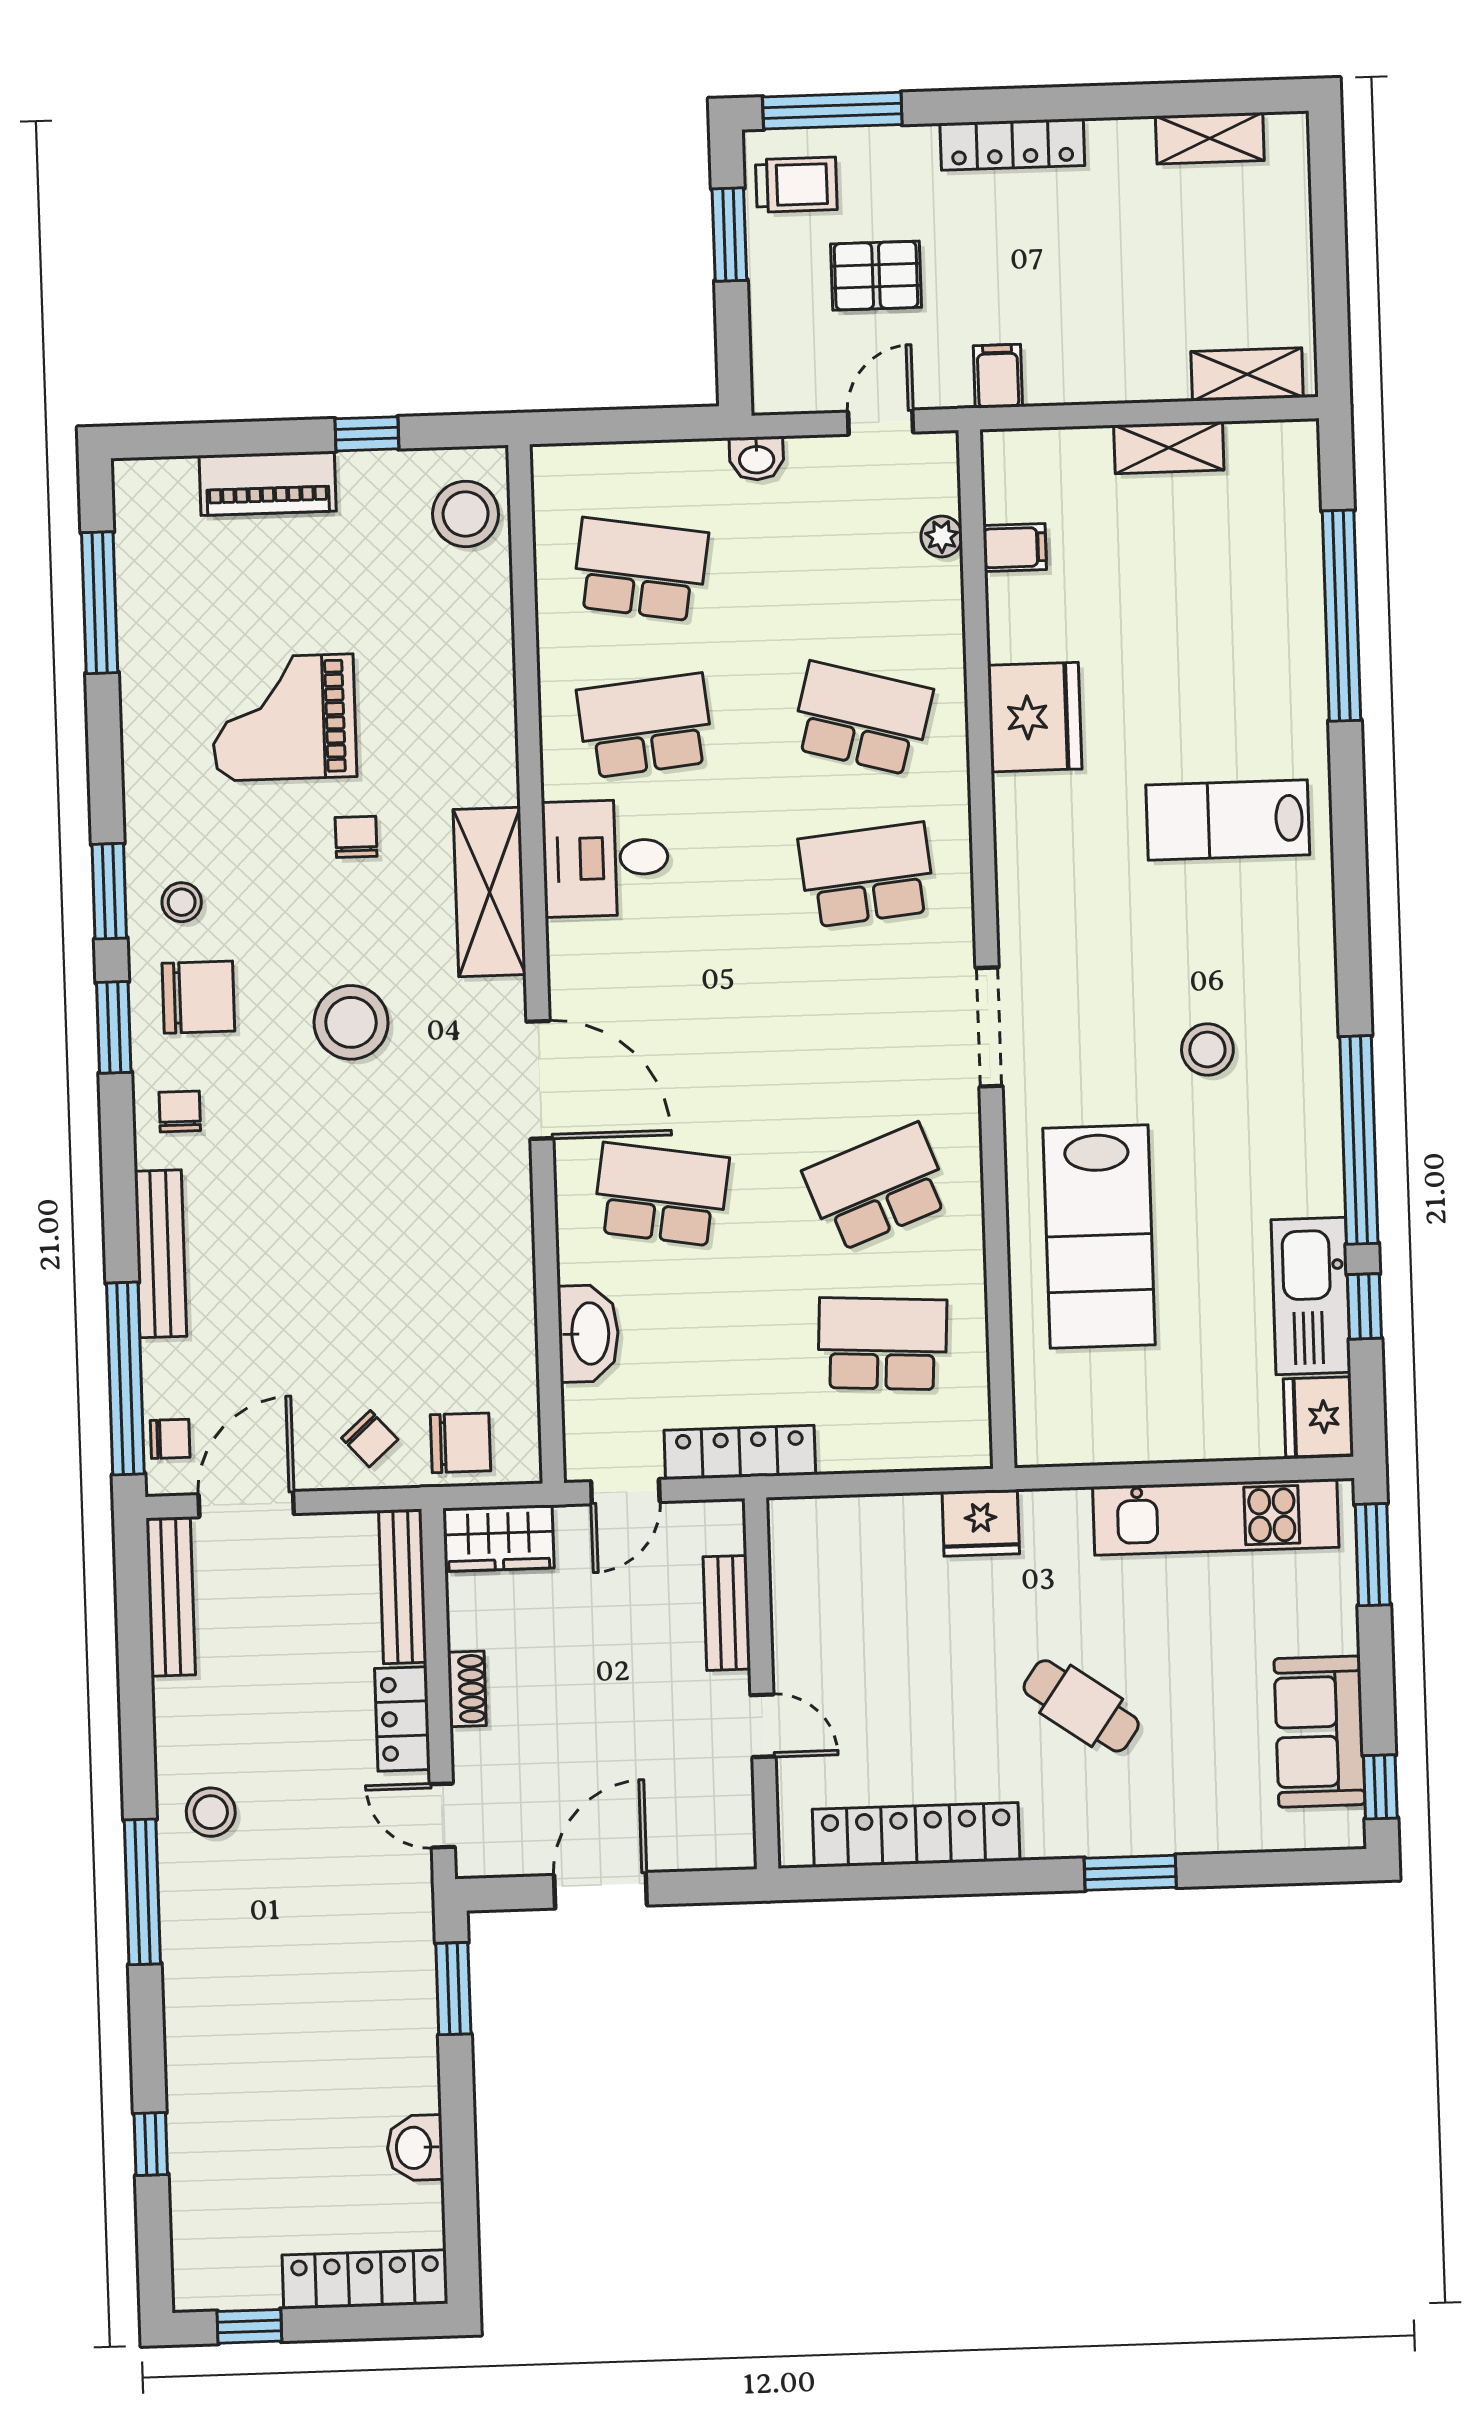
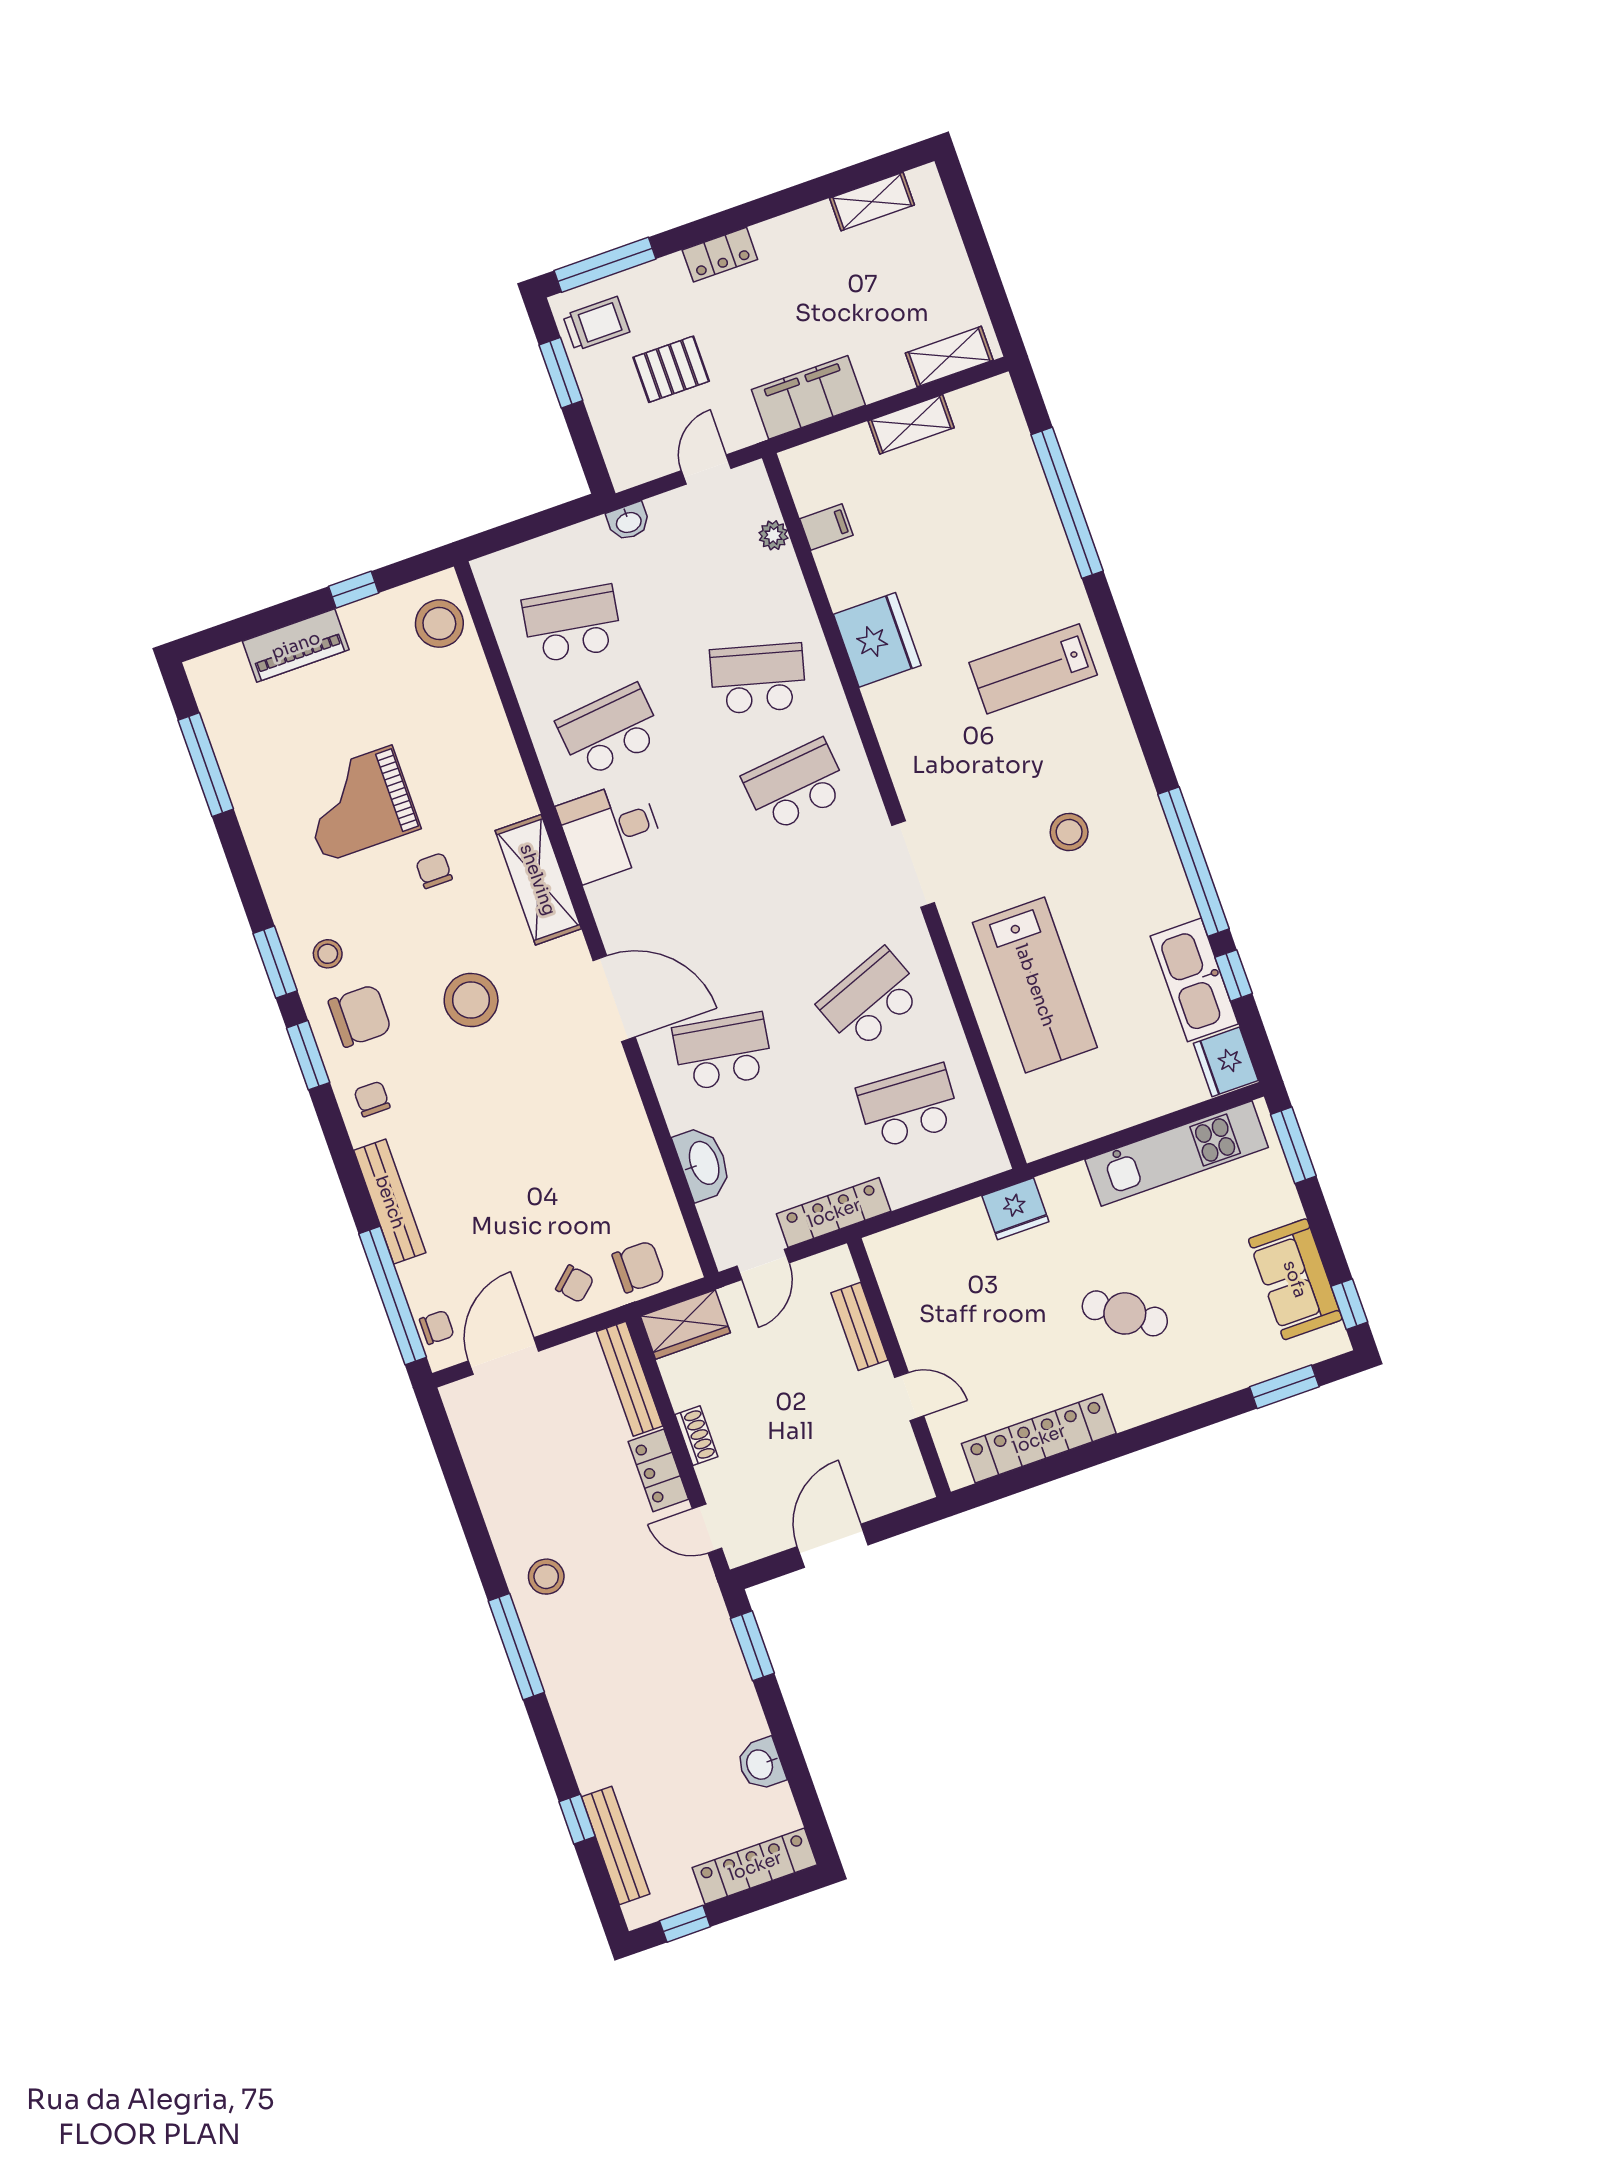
locker: (1012, 144) -> (720, 255), width x0.66
filing cabinet: (998, 376) -> (808, 397), width x3.00, depth x1.17
bench: (171, 1596) -> (616, 1845), moved
window: (1130, 1873) -> (1284, 1387), moved

